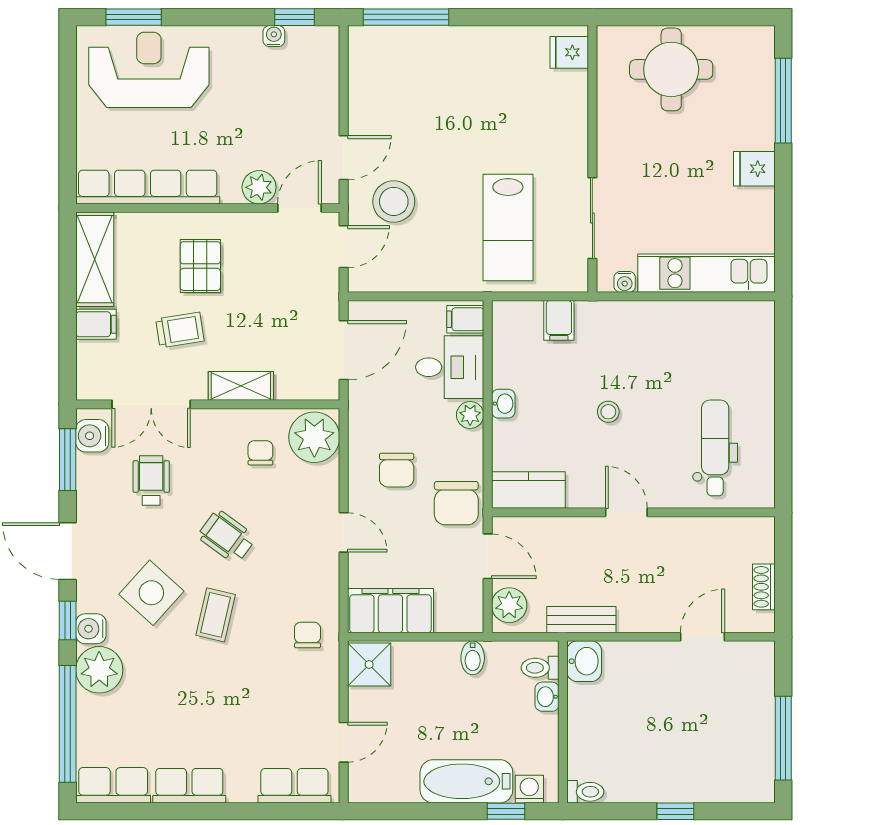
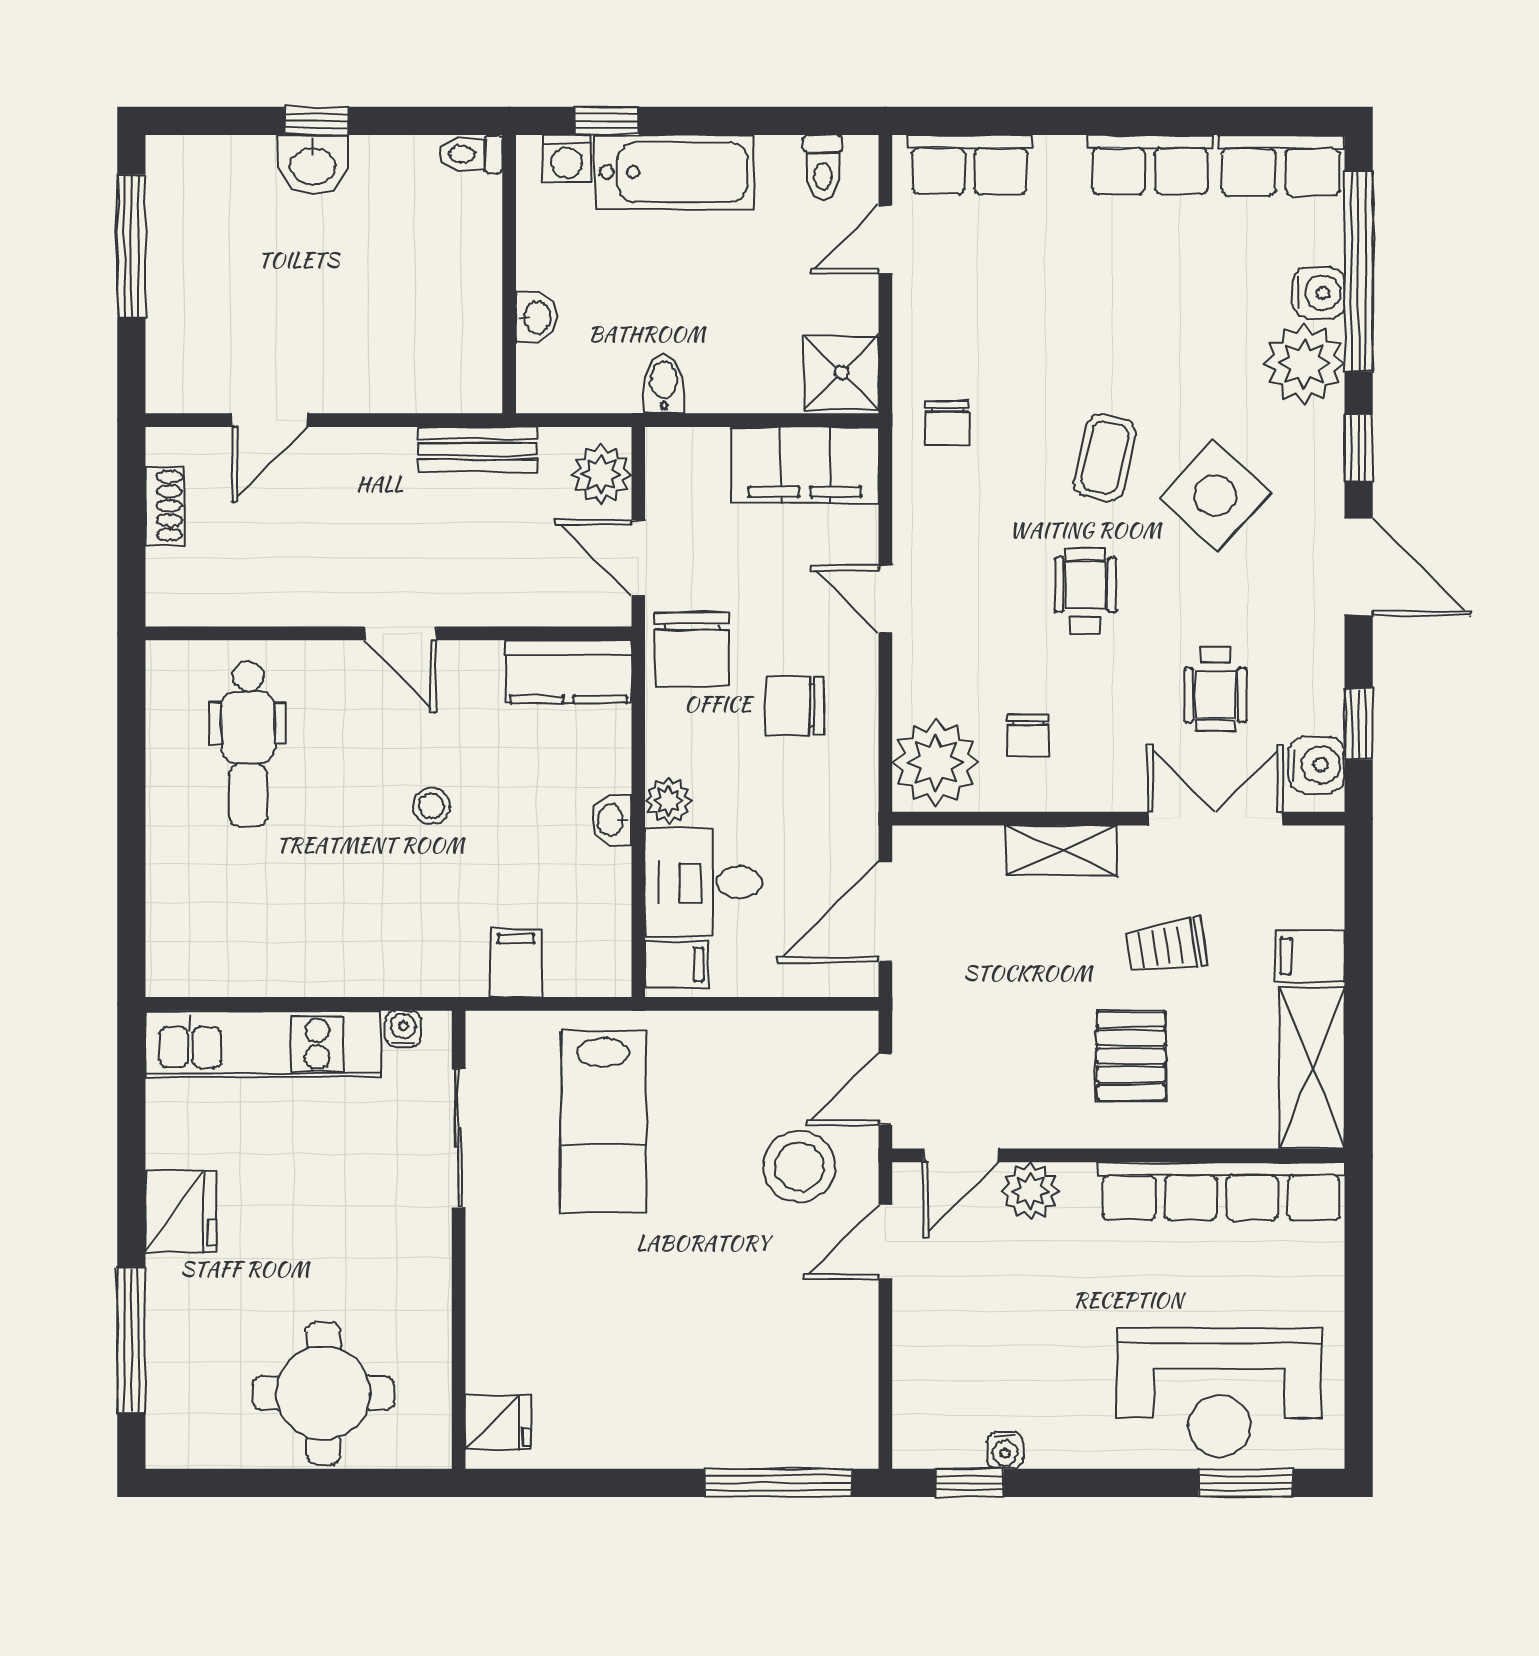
fridge: (754, 169) -> (181, 1211), width x1.38
lab bench: (508, 228) -> (603, 1122), turned 180
window: (68, 460) -> (1359, 724), width x0.67
chair: (397, 470) -> (794, 706), turned -90
chair: (456, 503) -> (692, 649), turned 180
wheelchair: (227, 537) -> (1085, 592), turned -126
water cooler: (91, 629) -> (1319, 293), moved
washbasin: (584, 661) -> (313, 165), moved, turned -90
toilet: (540, 668) -> (823, 167), moved, turned 90

